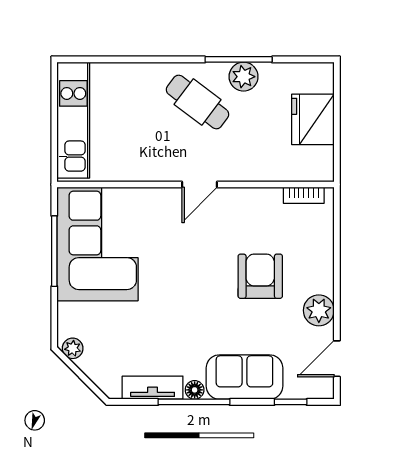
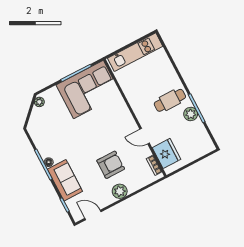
cafe table: (198, 102) -> (170, 100), turned 53
fridge: (313, 119) -> (166, 153), moved, turned 90
door: (200, 184) -> (145, 136), moved
plant: (319, 310) -> (120, 191), moved
tv unit: (153, 388) -> (40, 144), removed

